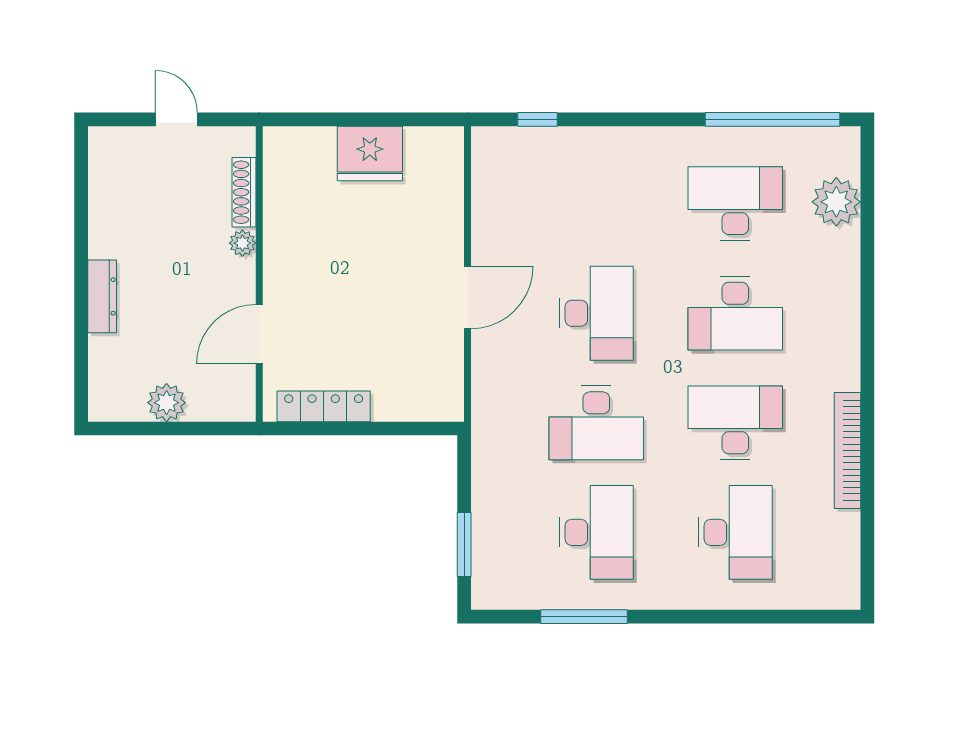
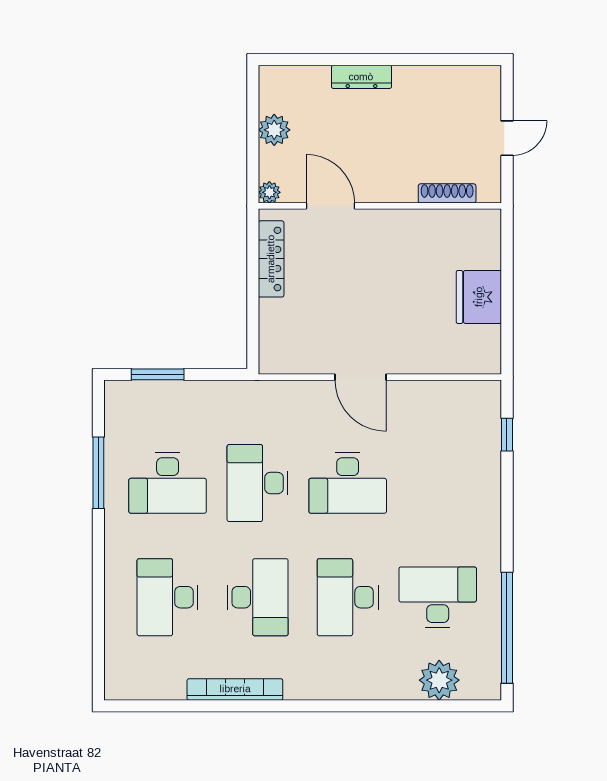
desk: (735, 204) -> (438, 597), turned -90
plant: (242, 243) -> (269, 192), moved
desk: (735, 532) -> (168, 597), turned 90

